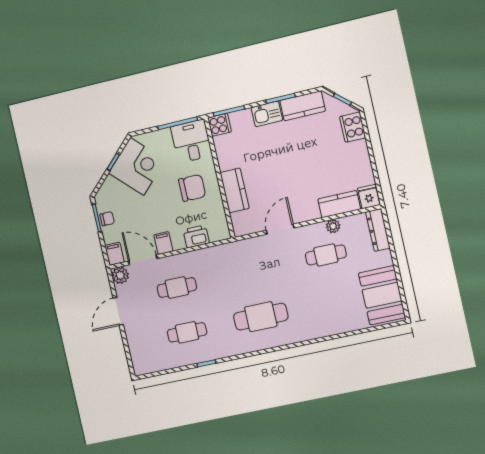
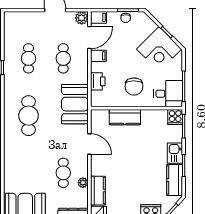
booth: (232, 260) -> (75, 104), added

